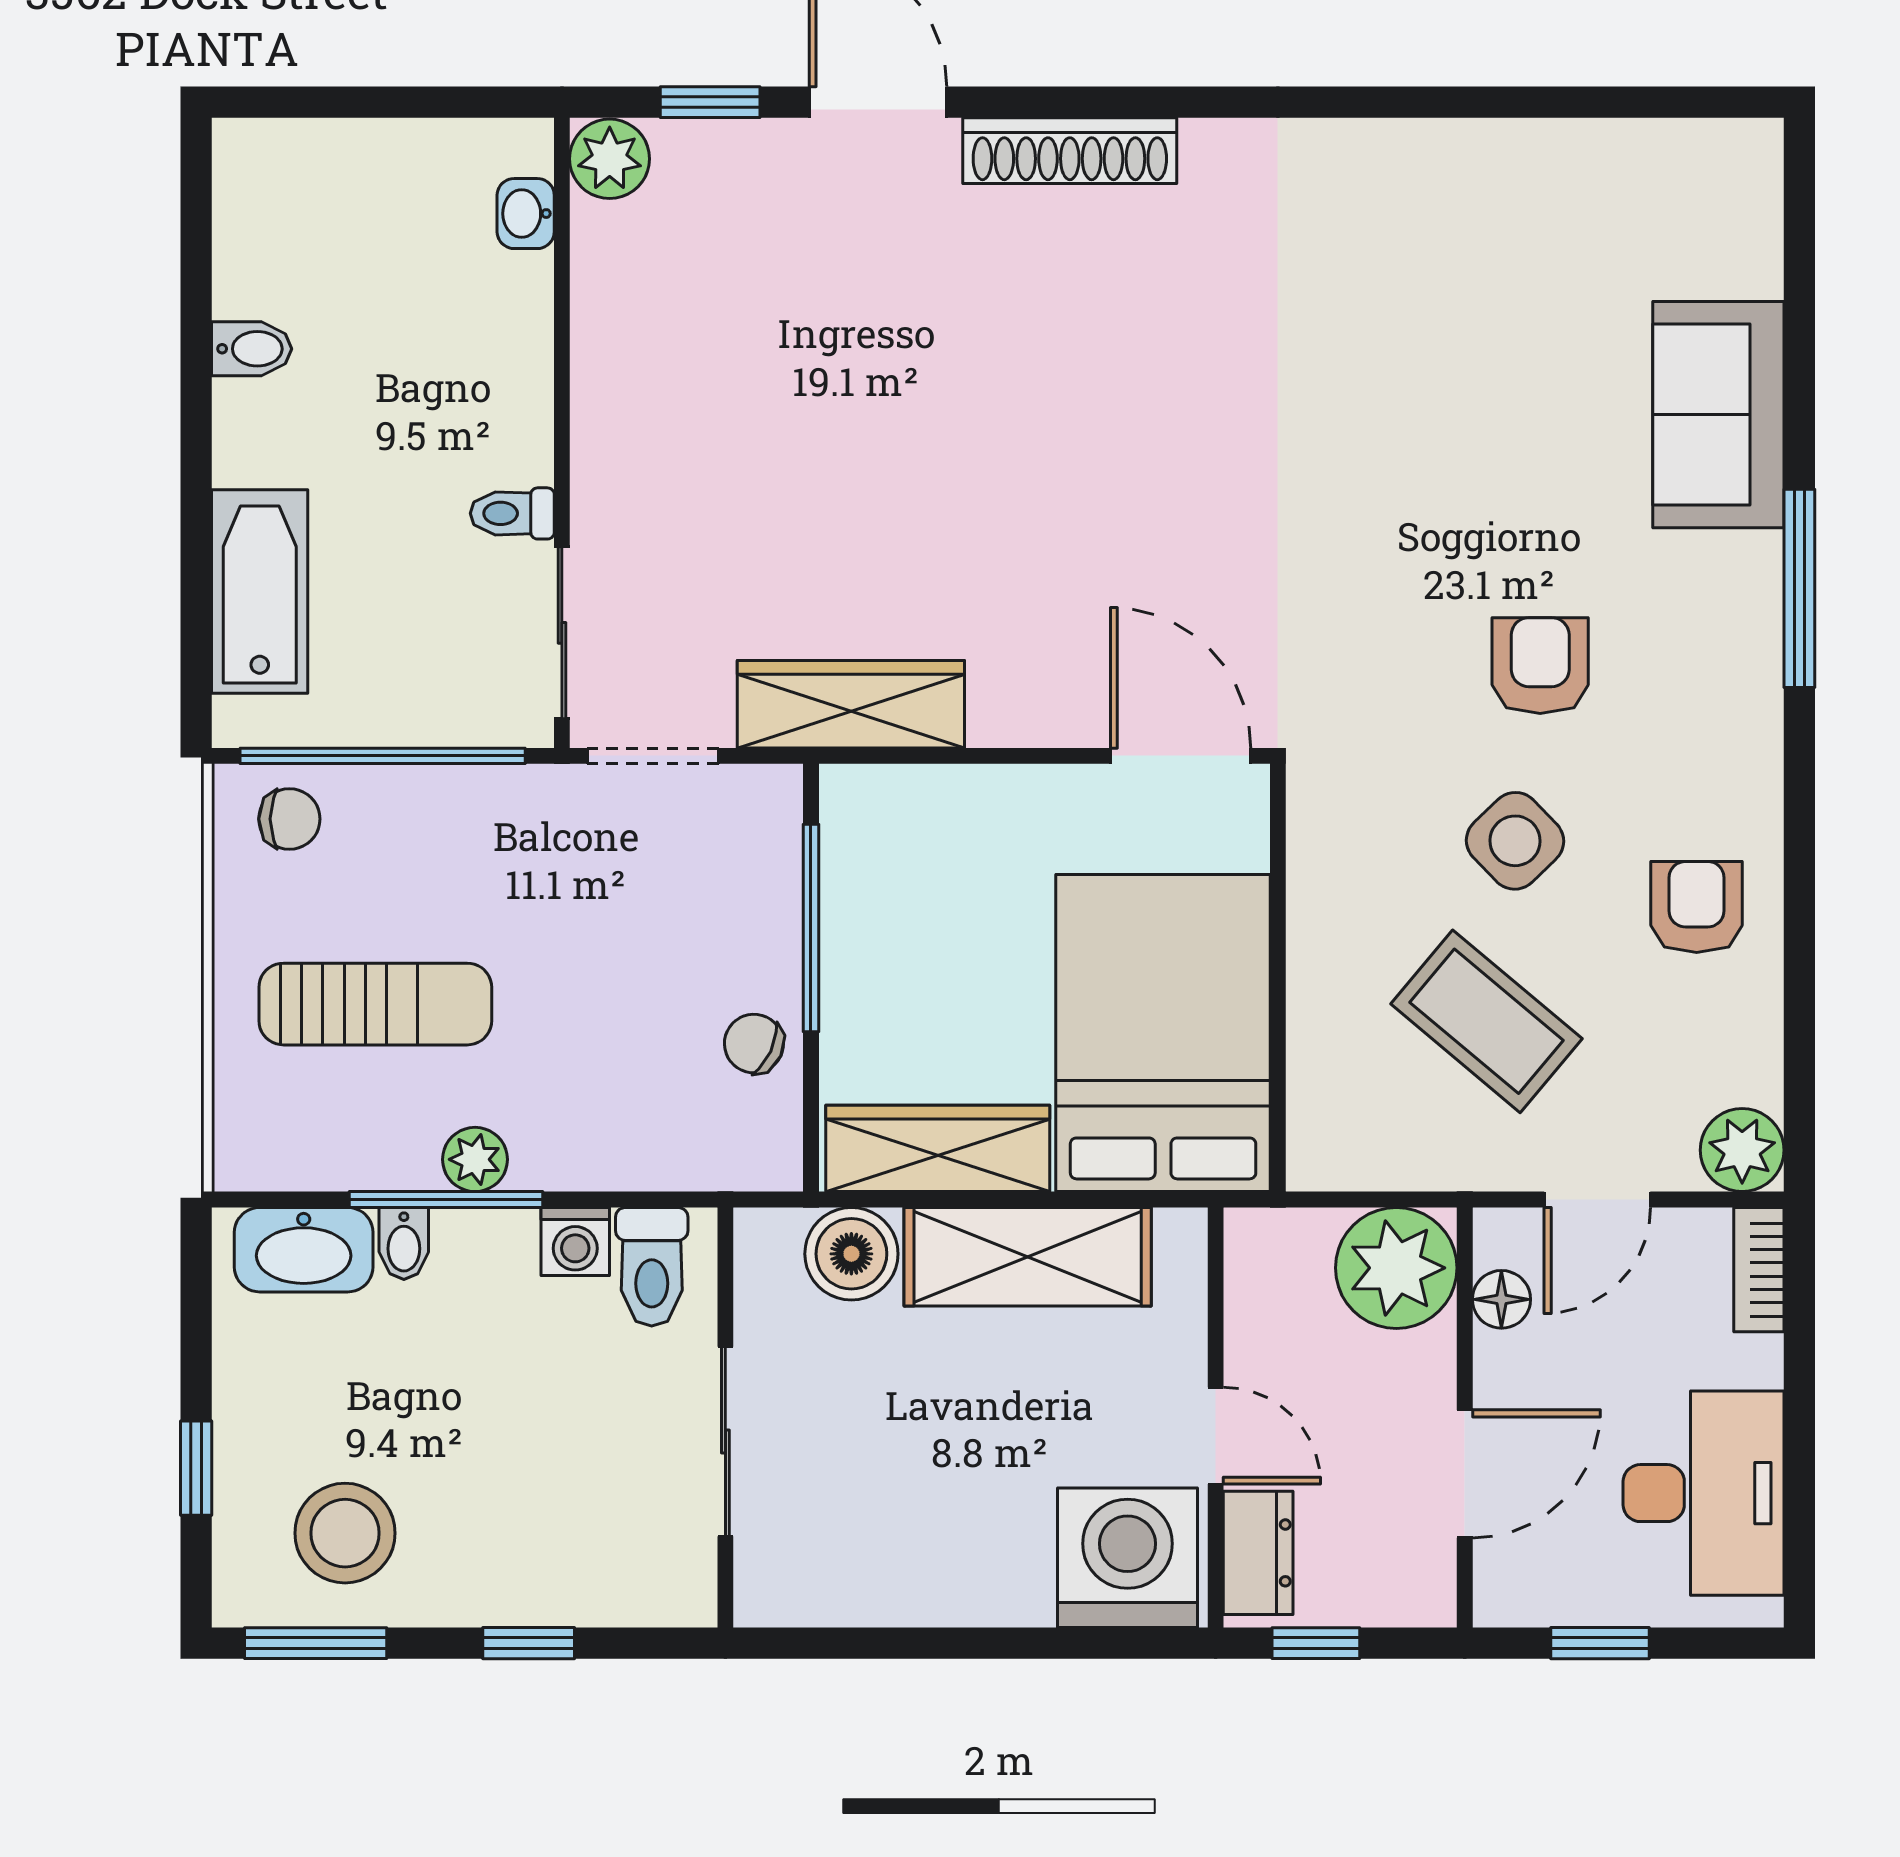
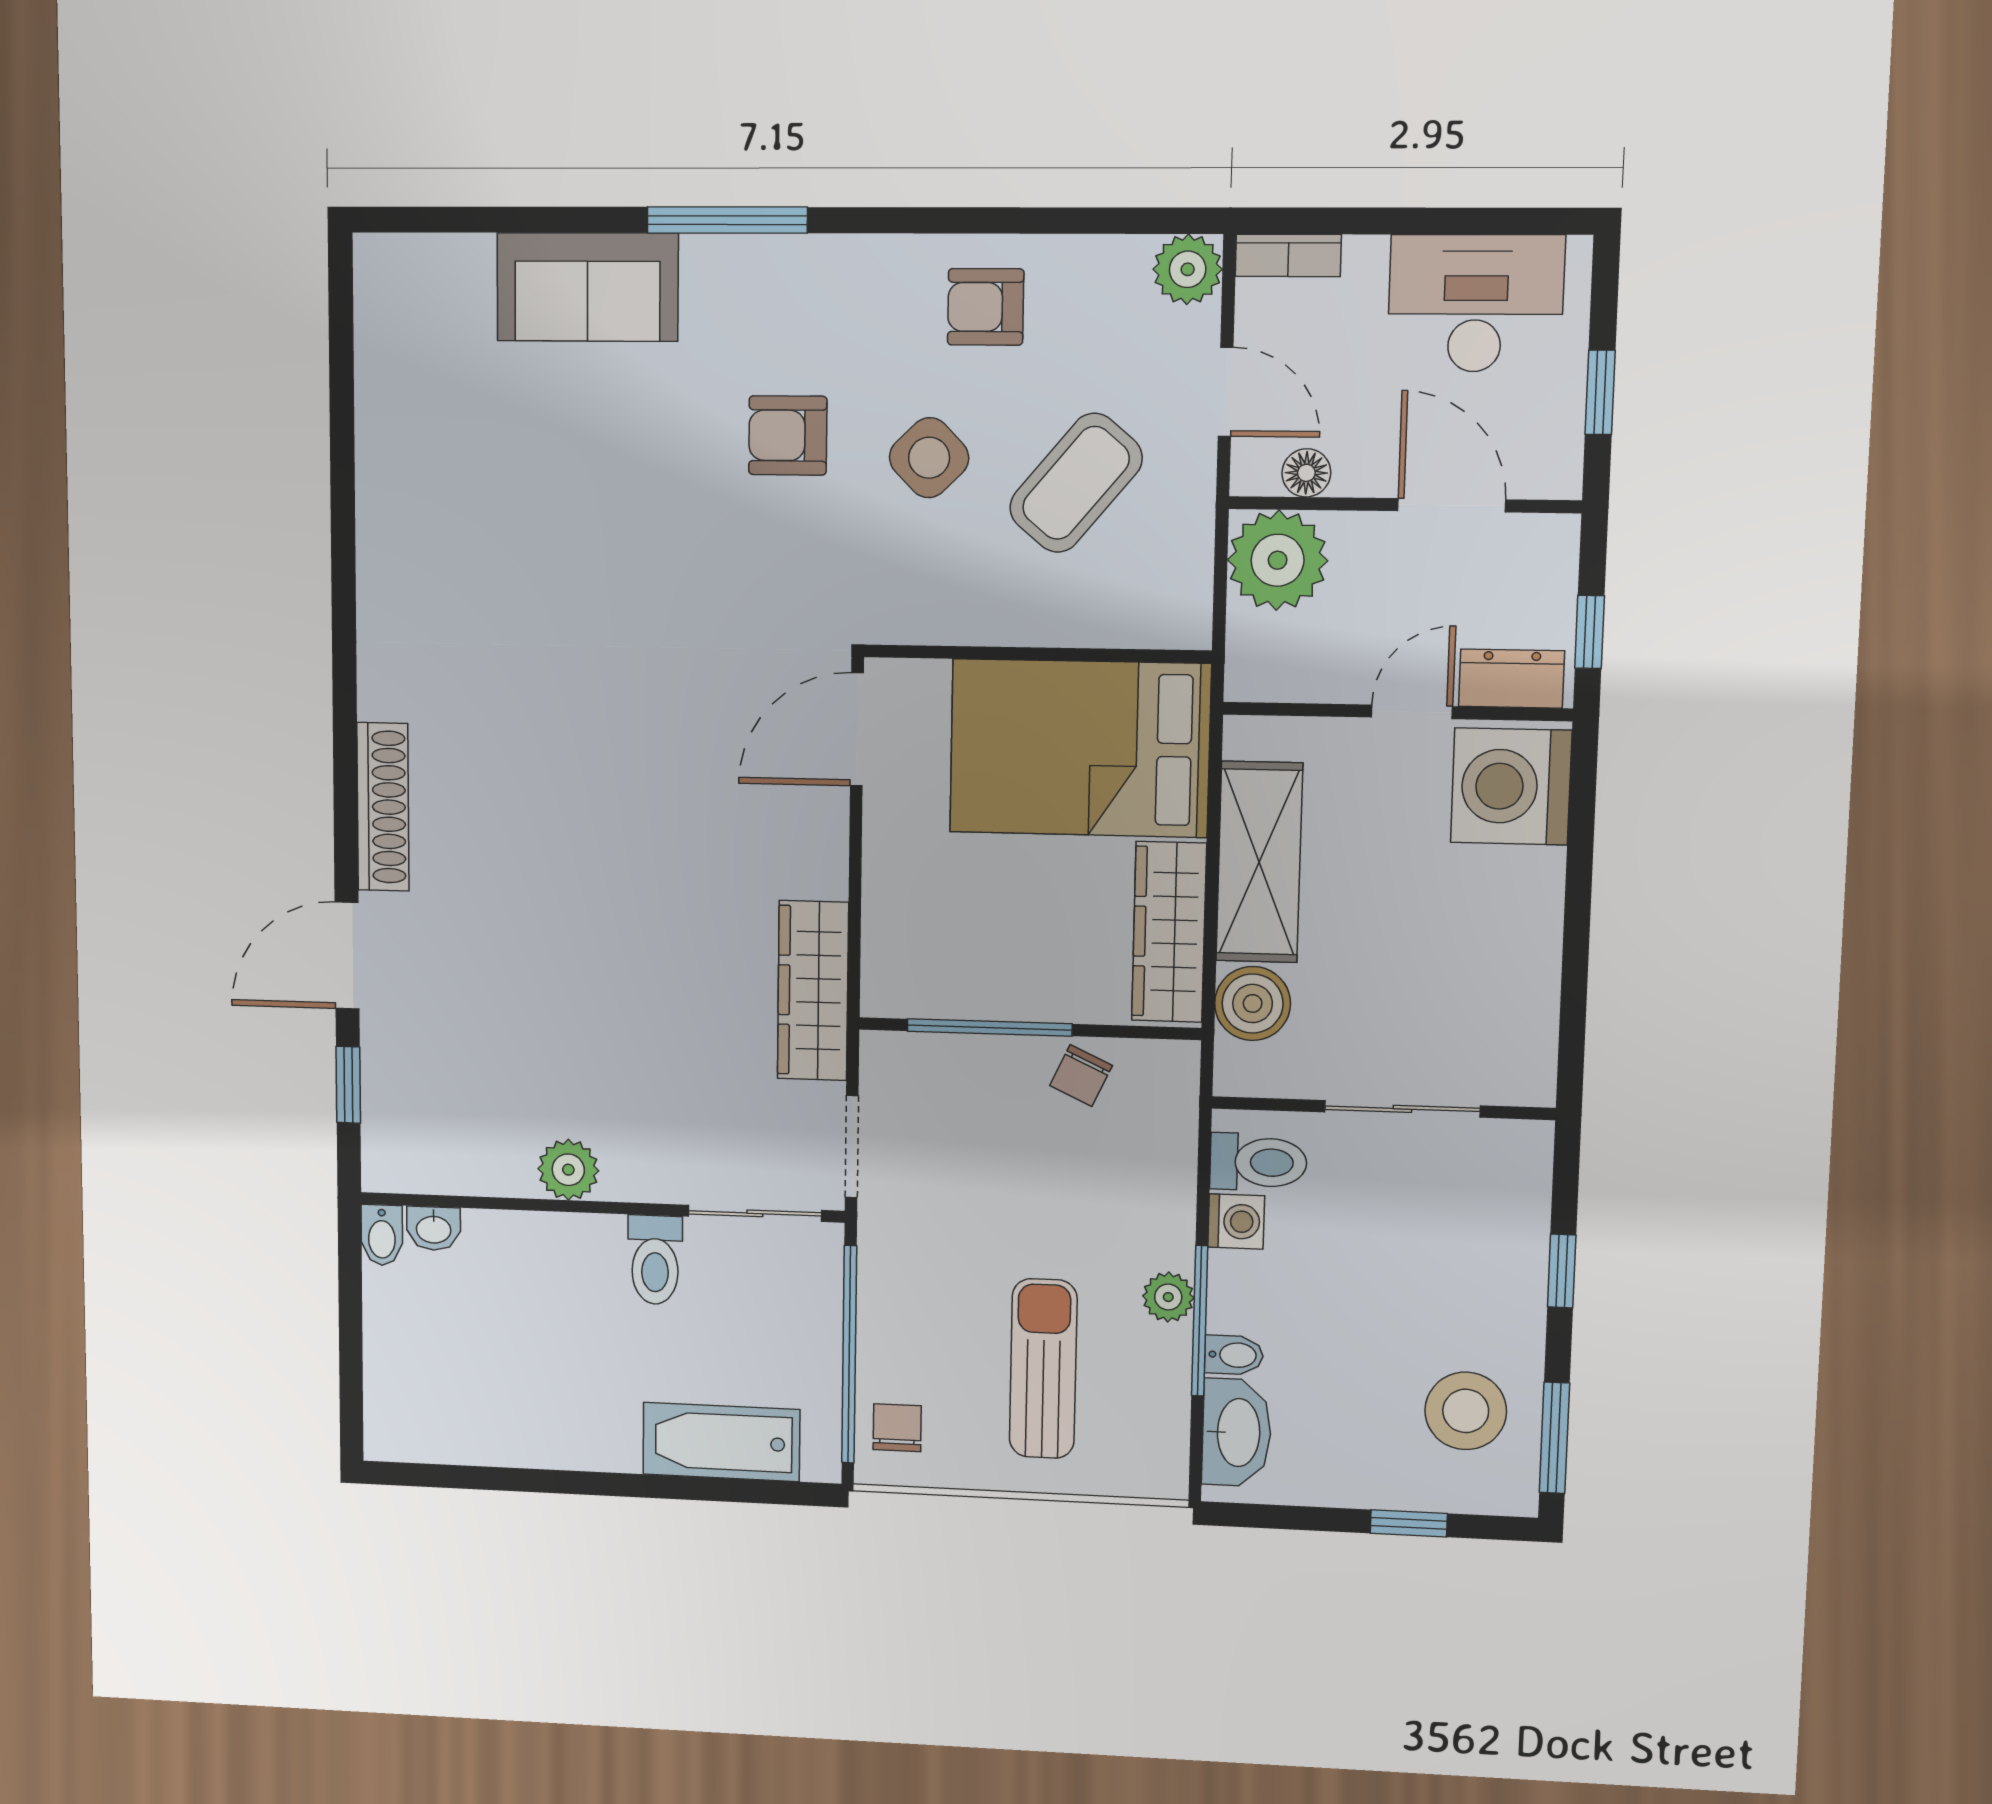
plant: (610, 159) -> (568, 1170), moved
bidet: (252, 349) -> (382, 1235), moved, turned 180
toilet: (512, 513) -> (655, 1260), width x1.37, depth x1.39

